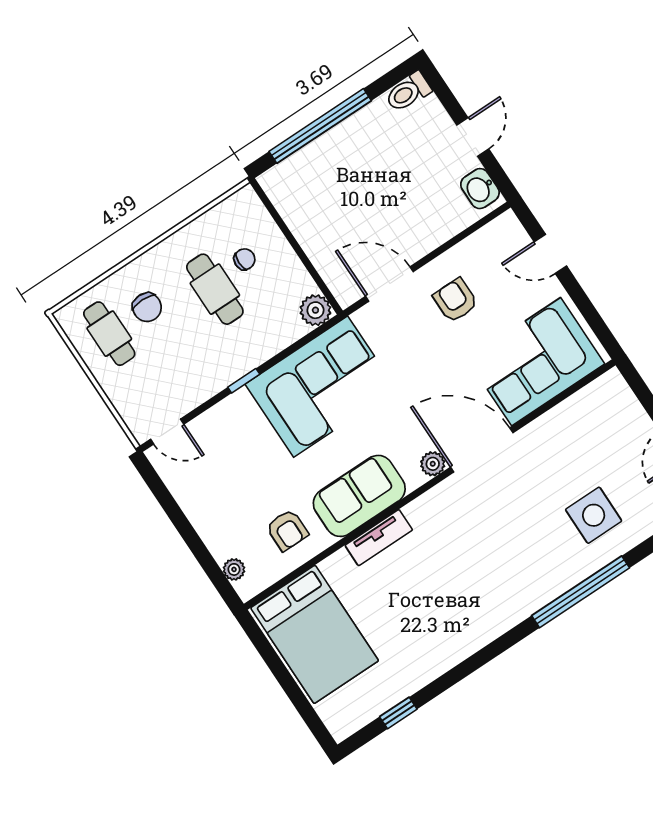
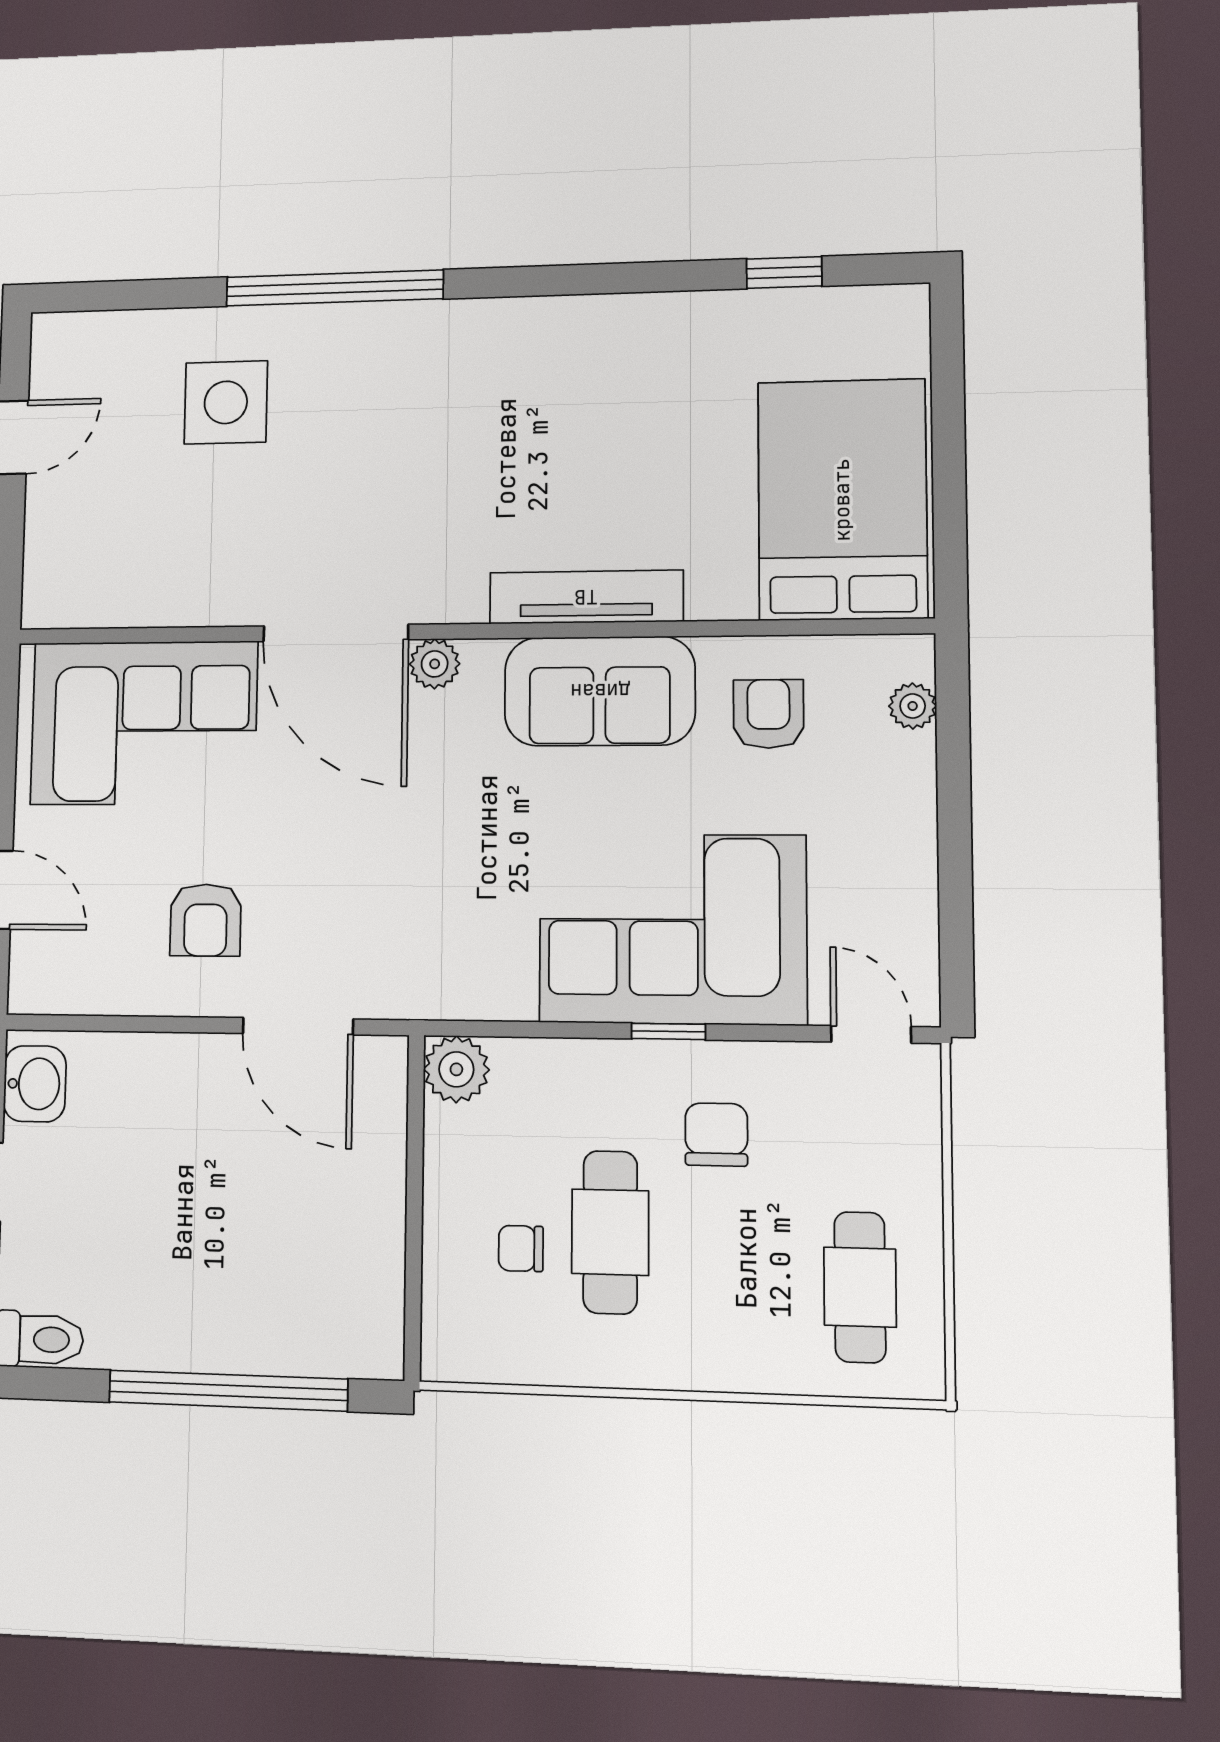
chair: (147, 307) -> (716, 1135), moved
corner sofa: (321, 387) -> (672, 929), moved
tv unit: (379, 538) -> (586, 597), width x1.41

